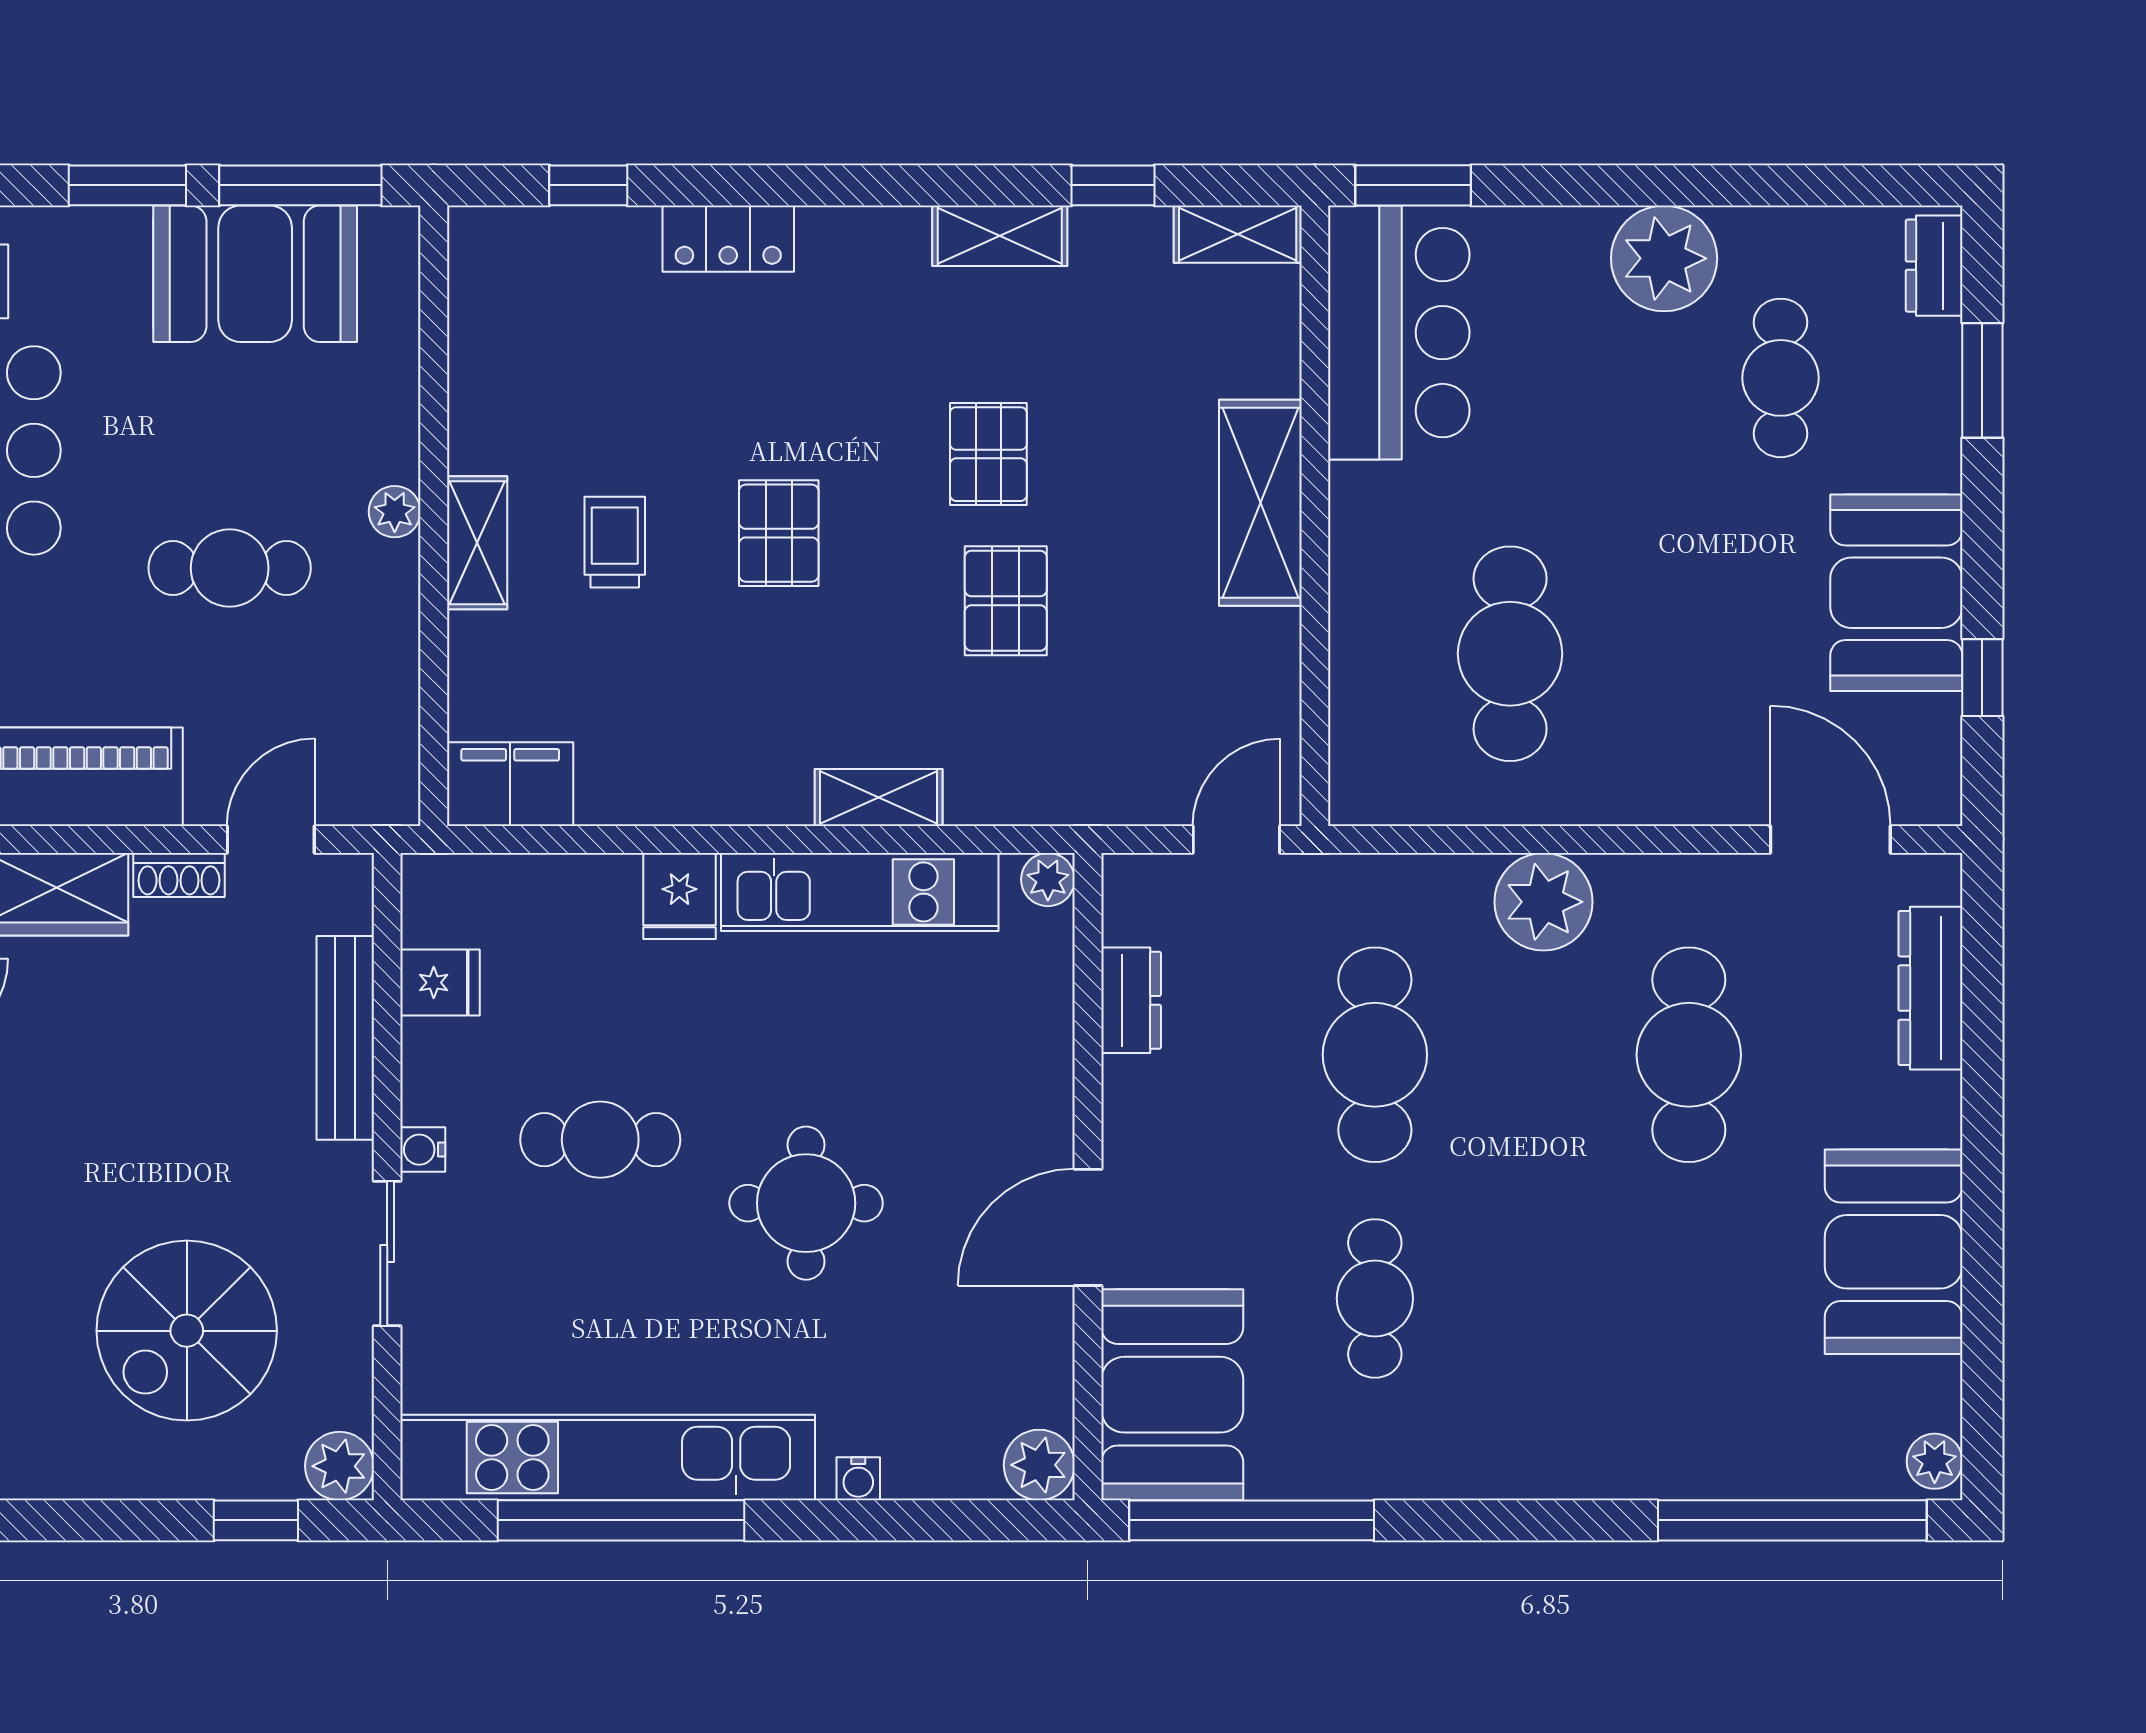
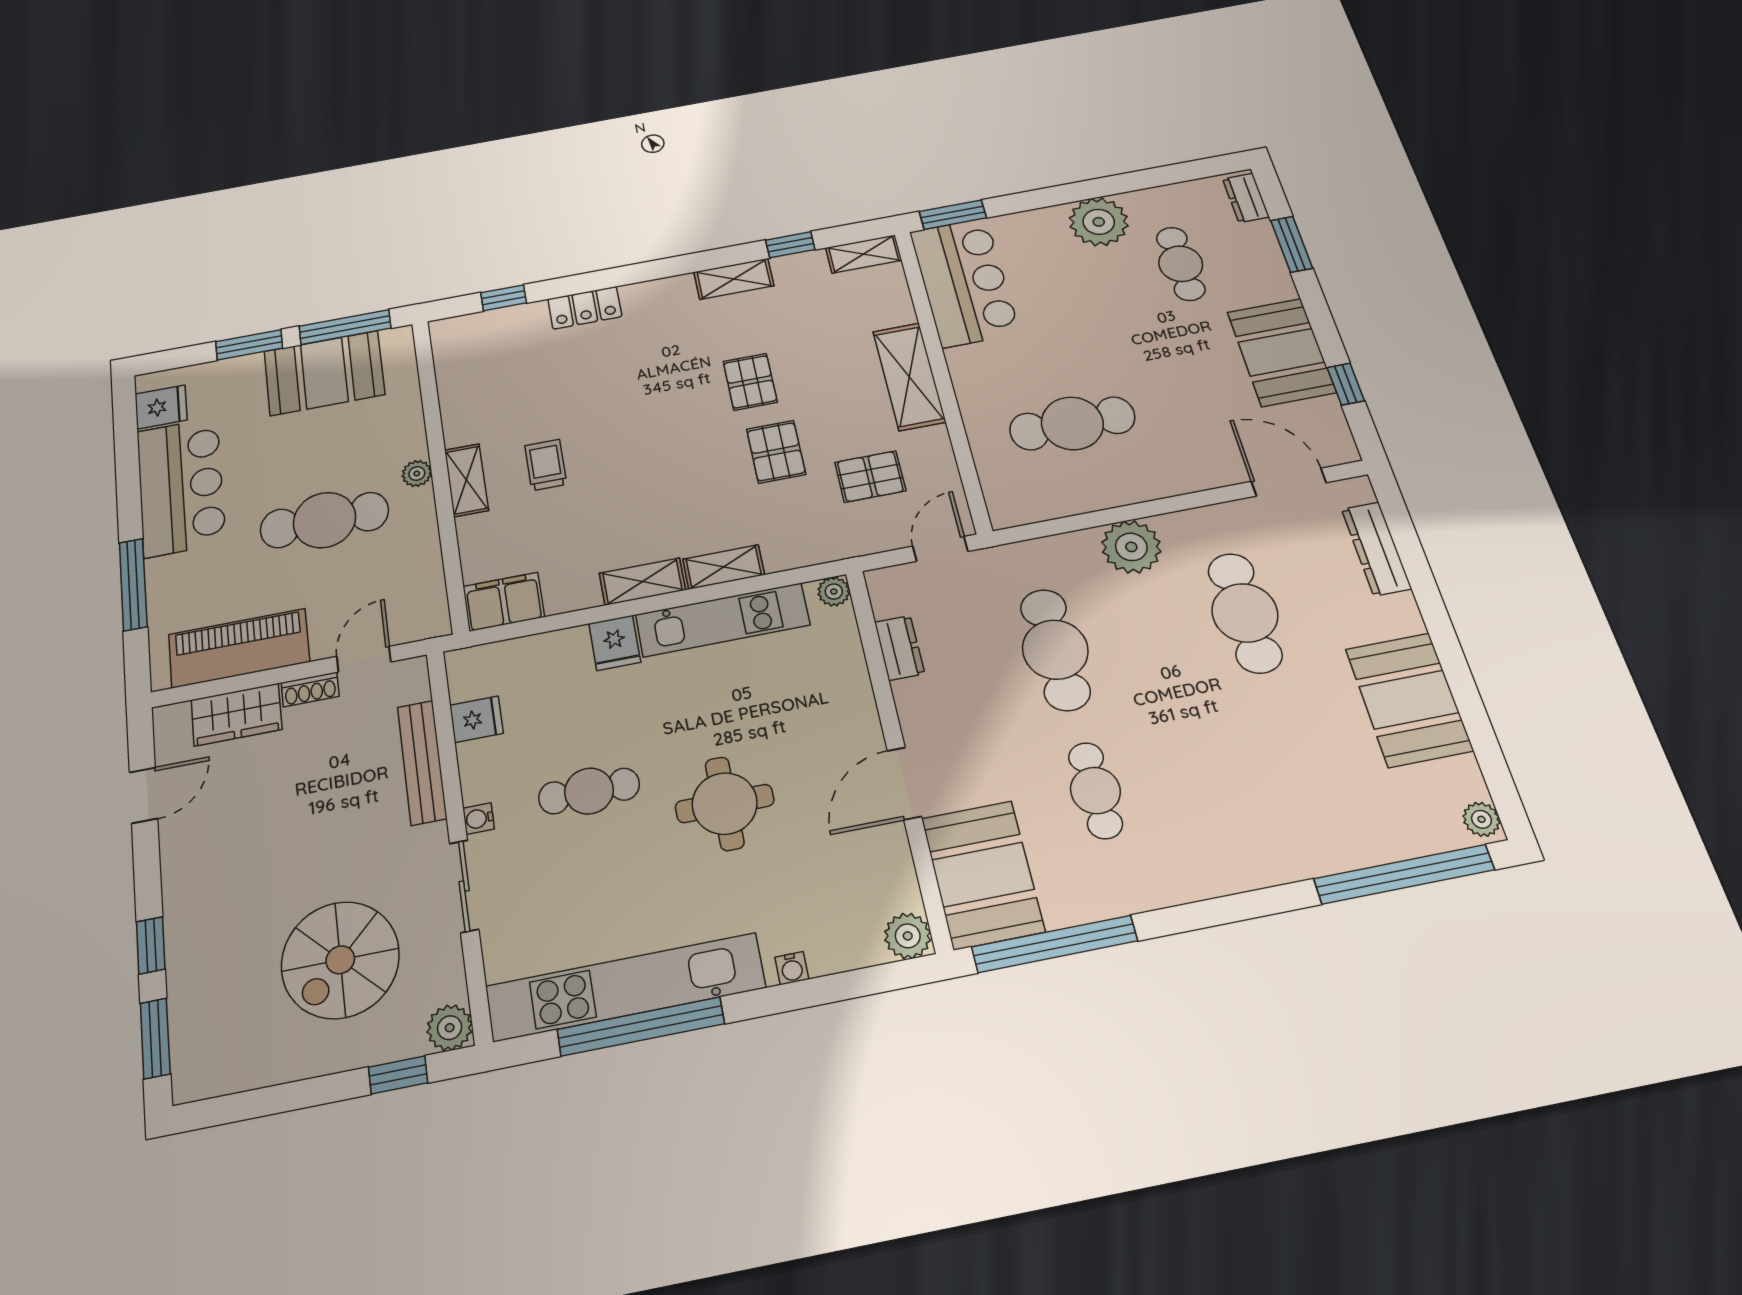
pallet: (779, 533) -> (870, 477), moved, turned 90
cafe table: (230, 568) -> (324, 520), width x1.37, depth x1.35
cafe table: (1510, 654) -> (1072, 423), turned 90
shelving: (742, 796) -> (642, 582), added

